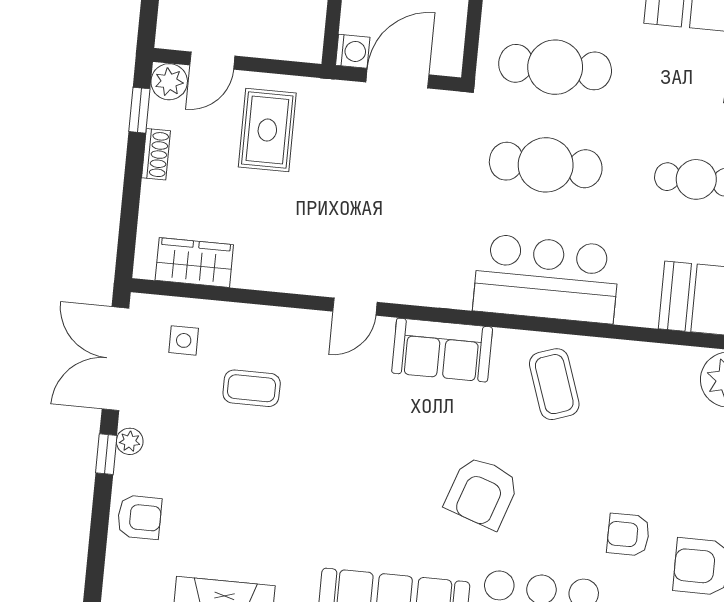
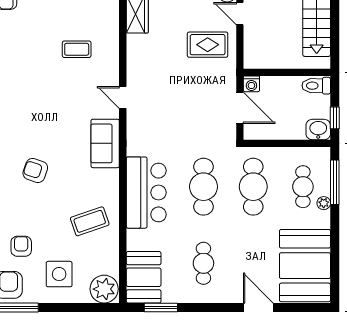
side table: (184, 340) -> (59, 274), moved, width x1.87, depth x1.87
coffee table: (554, 384) -> (90, 221), moved
coffee table: (252, 388) -> (77, 49), turned 90
armchair: (482, 492) -> (35, 170), width x0.72, depth x0.72

